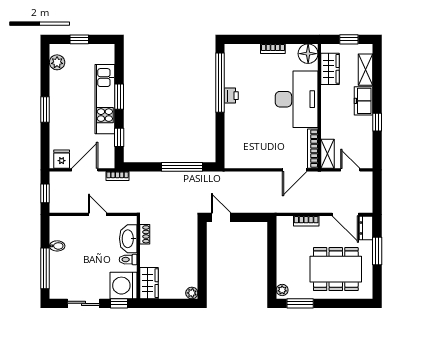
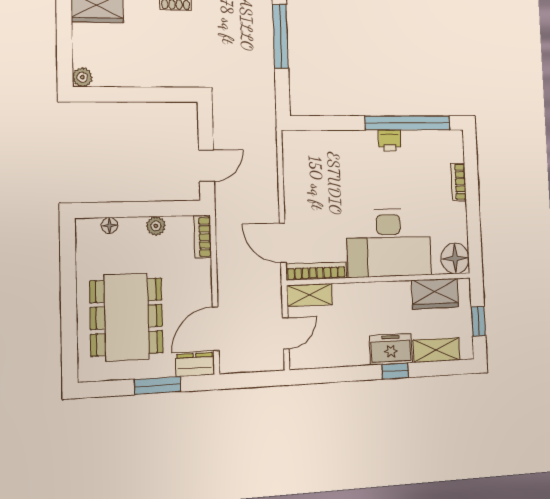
bookcase: (273, 49) -> (459, 182), moved
window: (377, 122) -> (395, 371), moved
window: (182, 167) -> (280, 36), moved
door: (221, 217) -> (207, 166), moved
bookcase: (306, 221) -> (203, 237), moved
floor lamp: (281, 278) -> (110, 225), added
plant: (282, 290) -> (156, 226), moved
window: (300, 303) -> (68, 259), removed

